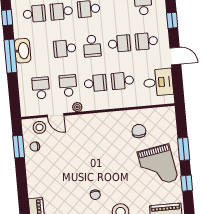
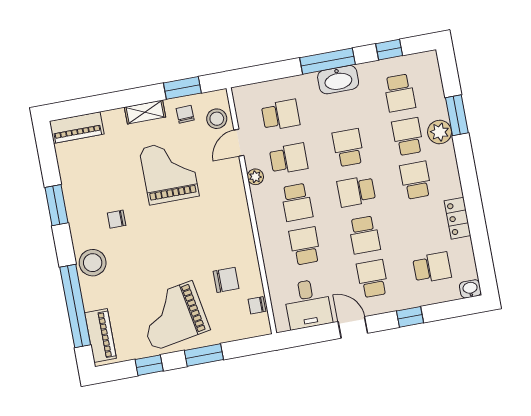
door: (175, 56) -> (353, 327), swing flipped
chair: (156, 114) -> (257, 305), added
grand piano: (69, 160) -> (169, 172), added
shelving: (31, 171) -> (145, 112), added

